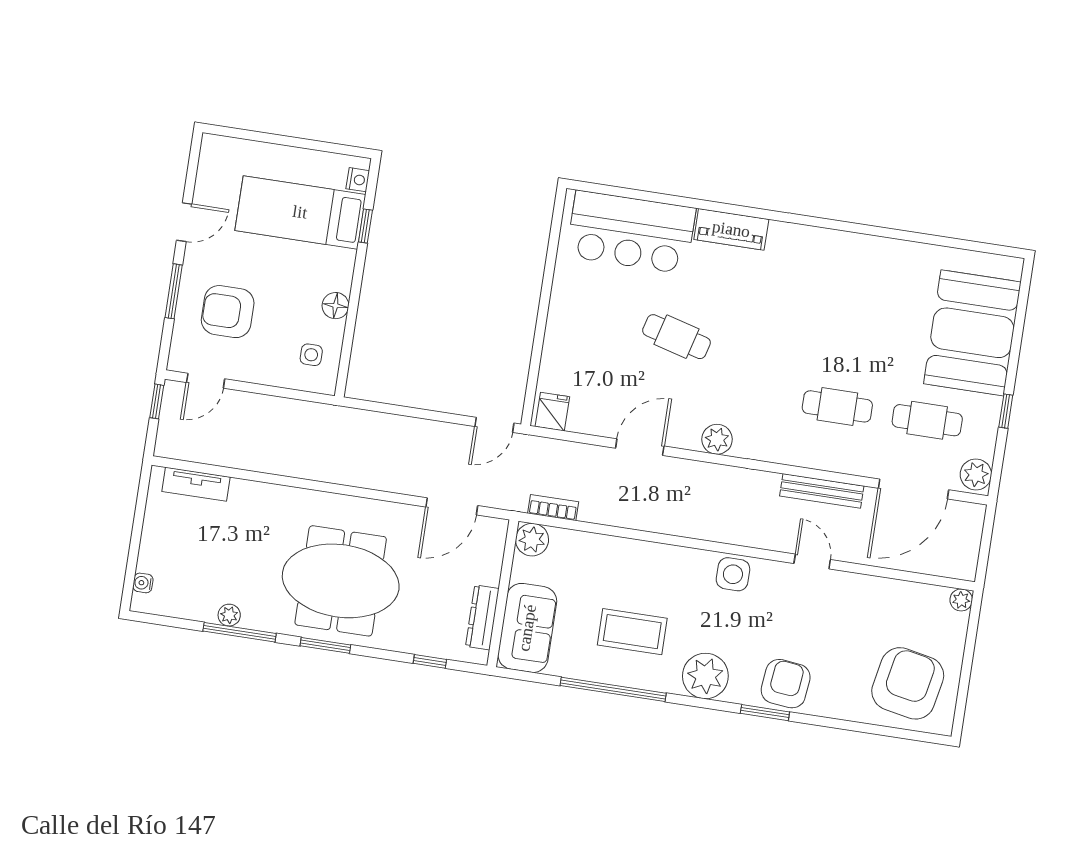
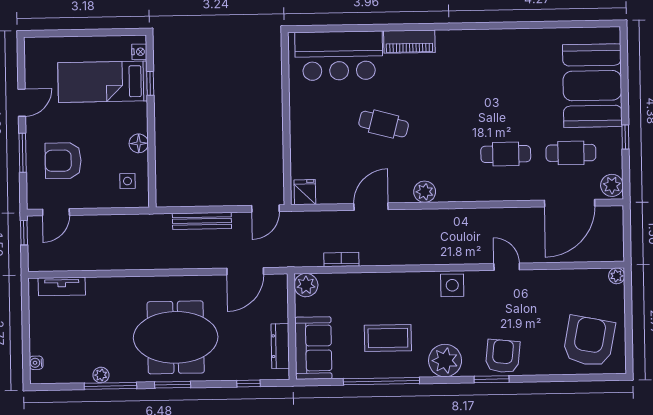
bench: (822, 491) -> (202, 221), moved
bookcase: (553, 508) -> (341, 259), moved

